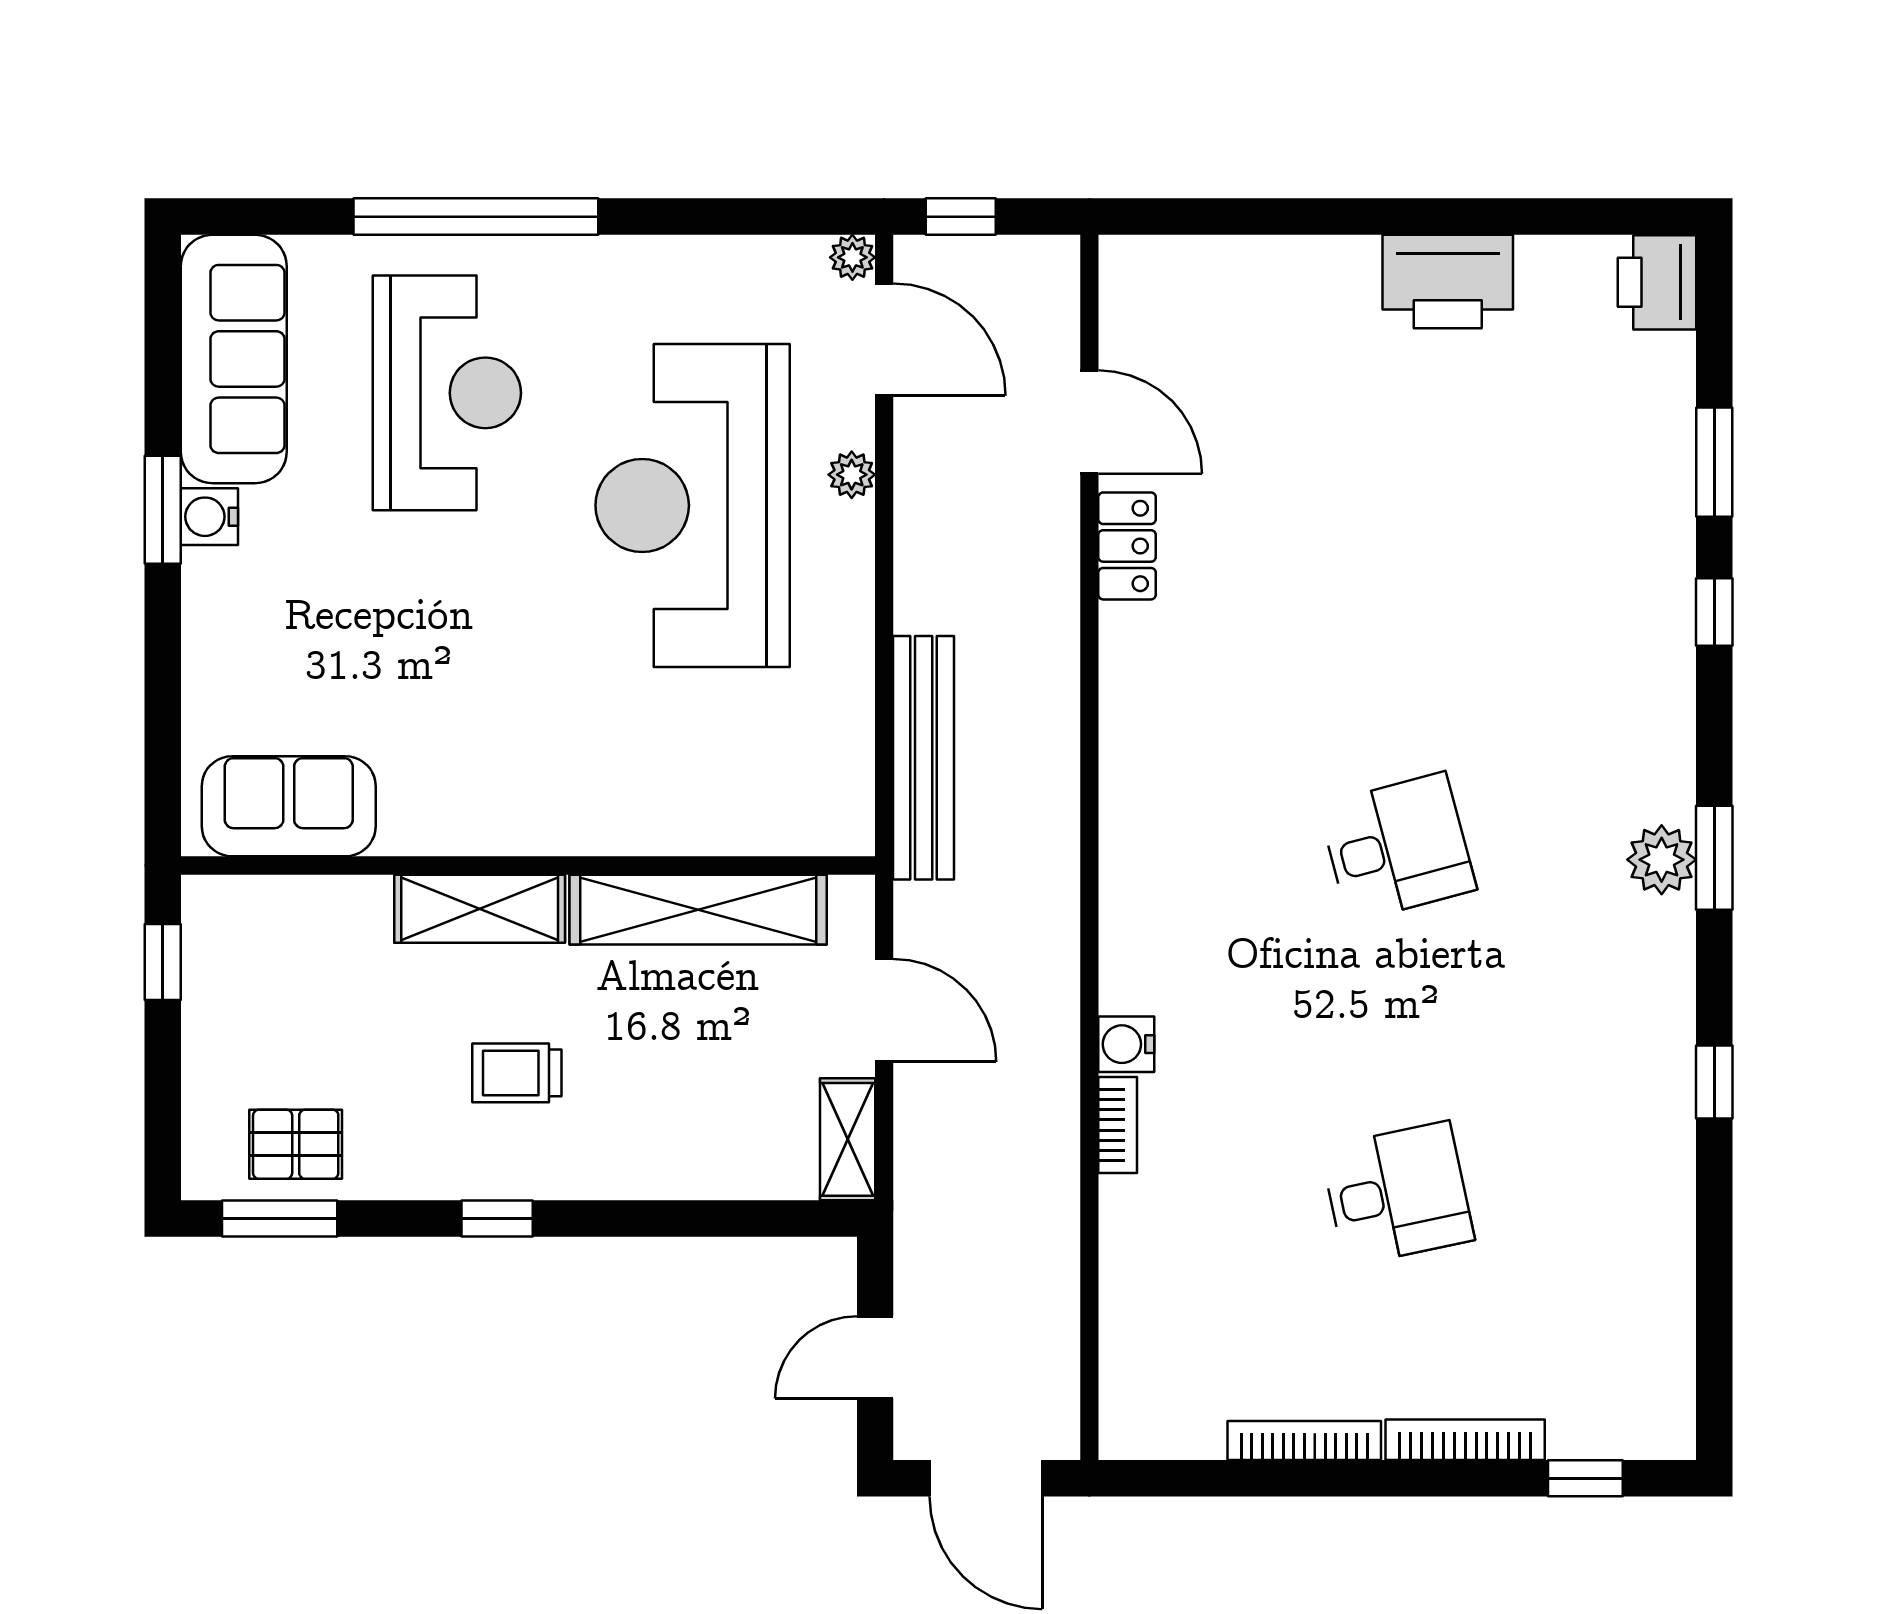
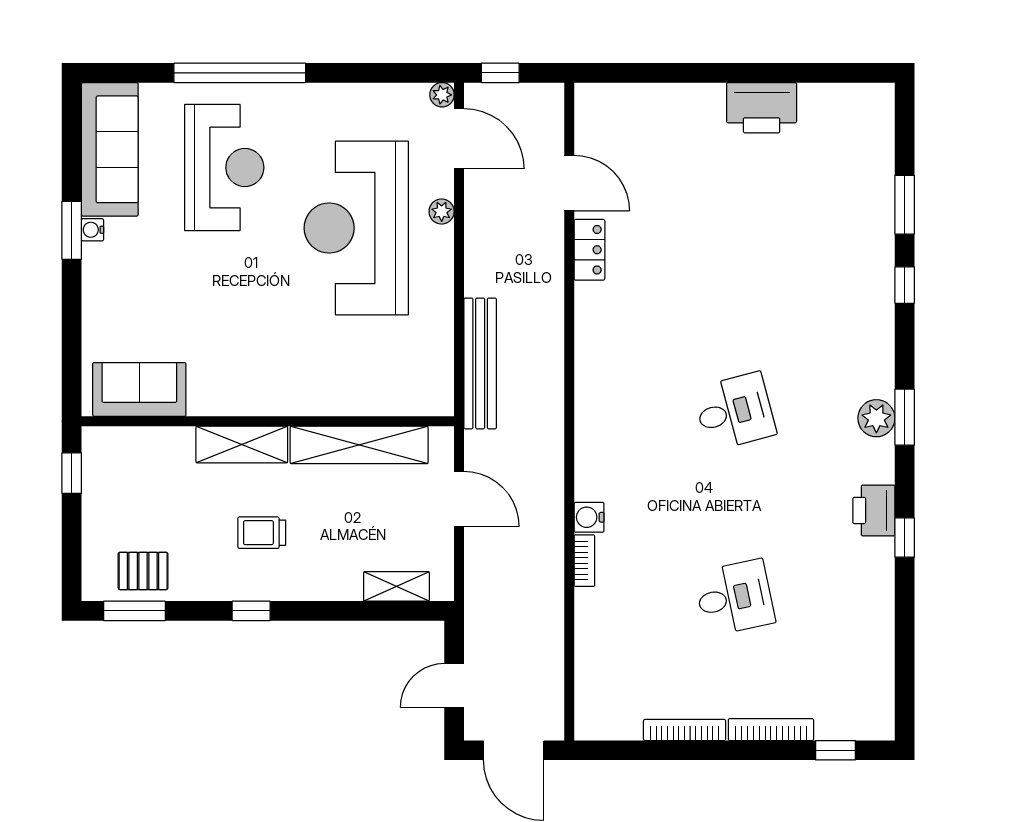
printer: (1657, 282) -> (874, 510), moved
water cooler: (209, 517) -> (92, 230), width x0.72, depth x0.72
shelving: (848, 1139) -> (396, 586), moved, turned 90

